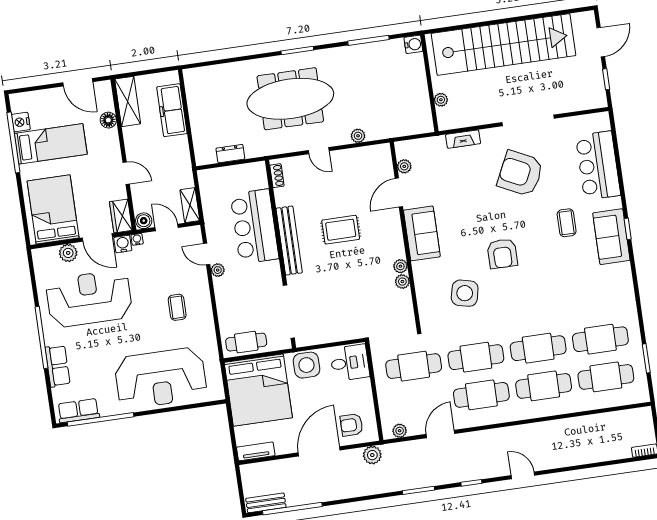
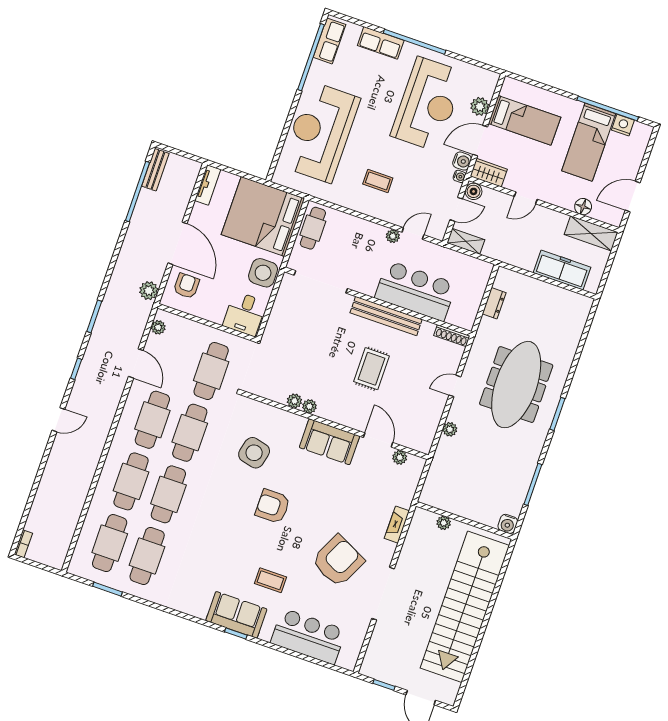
shoe rack: (277, 176) -> (452, 336), width x1.43
bed: (53, 209) -> (525, 120), width x0.67

